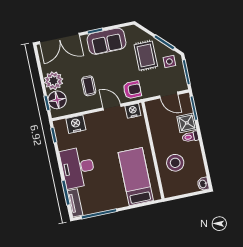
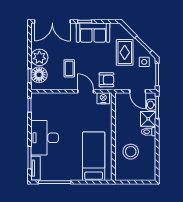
nightstand: (76, 124) -> (51, 100), removed
washbasin: (203, 184) -> (151, 105), moved

